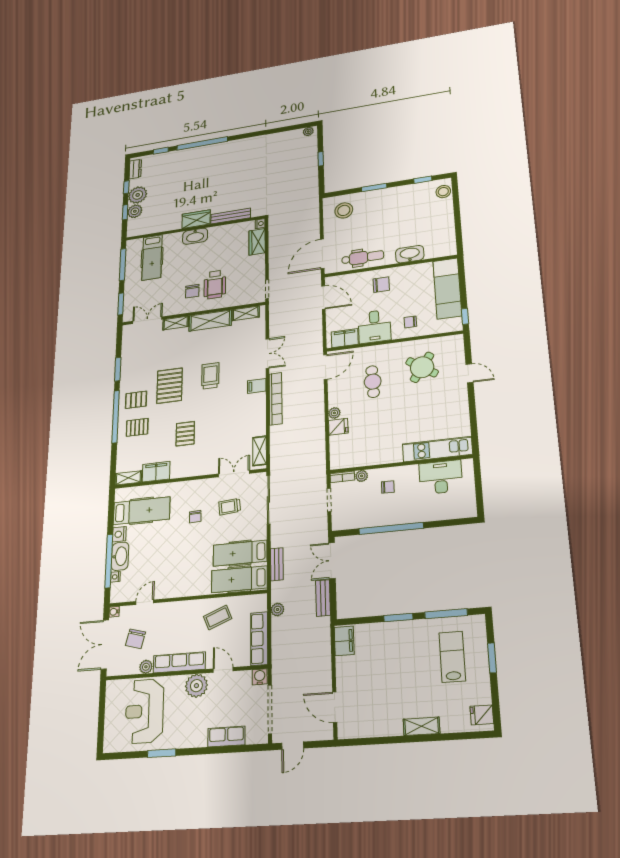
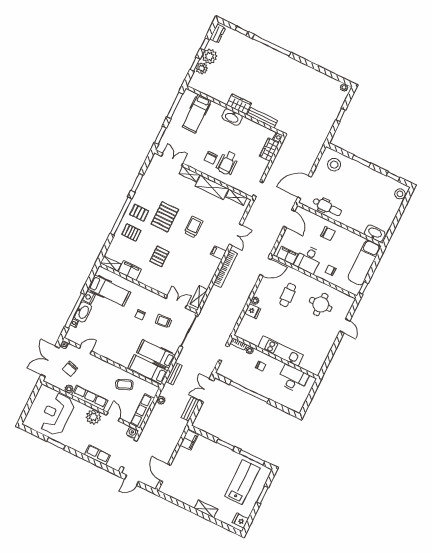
washbasin: (410, 254) -> (375, 233), moved
round table: (422, 367) -> (321, 304), turned -34
kitchen unit: (437, 449) -> (280, 351), moved
lab bench: (452, 657) -> (242, 482), width x1.36, depth x1.39

